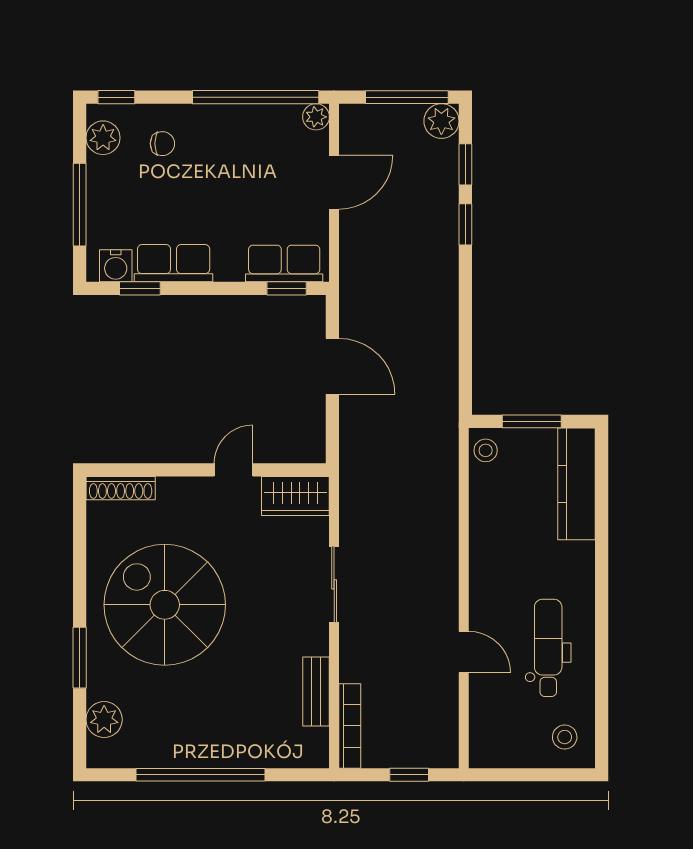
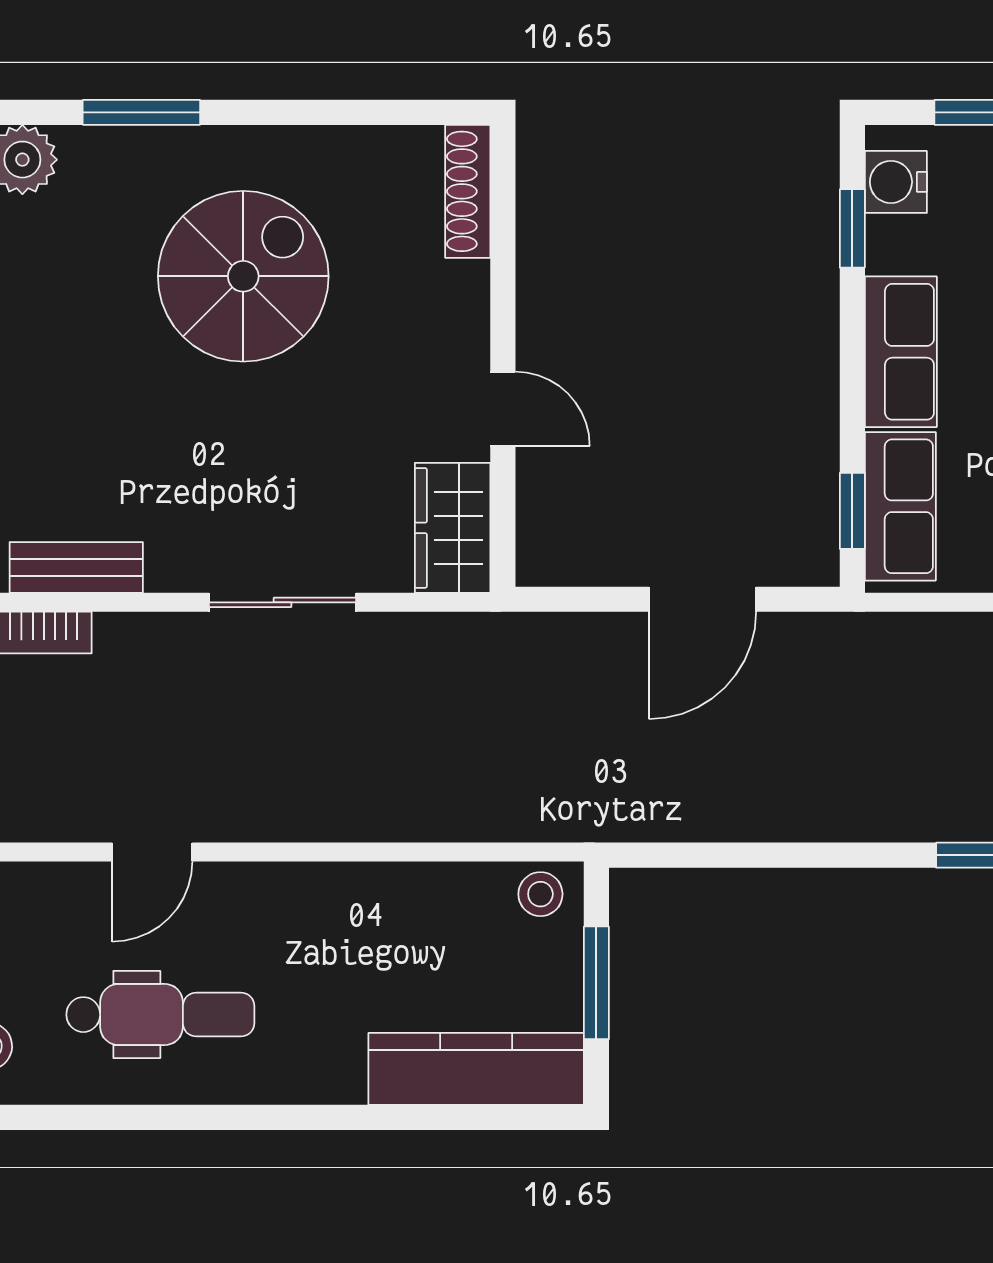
row of seats: (174, 263) -> (901, 352), moved
spiral stairs: (165, 605) -> (243, 276), width x0.73, depth x0.73

